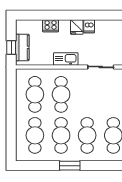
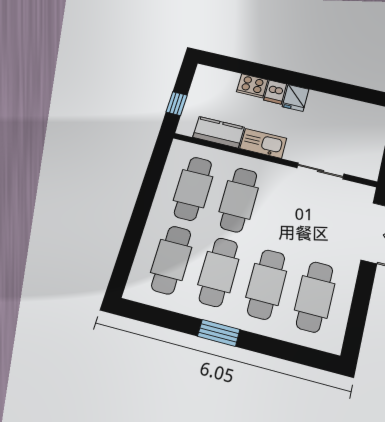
dishwasher: (89, 26) -> (275, 92), moved
kitchen counter: (22, 47) -> (219, 132), moved, turned -90

